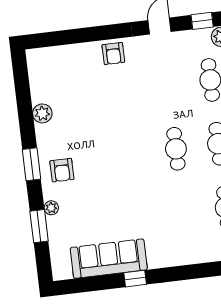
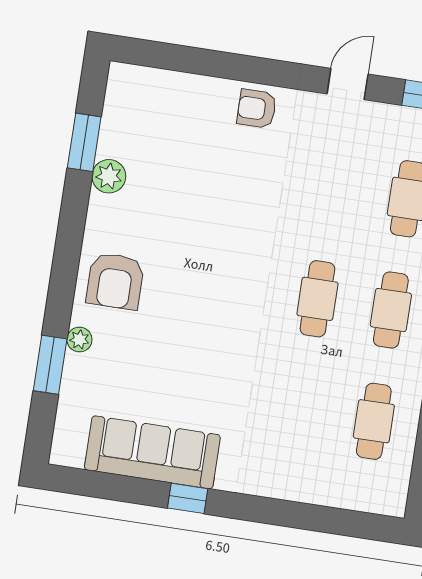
armchair: (113, 54) -> (257, 109), turned 90
window: (32, 164) -> (84, 142), moved
armchair: (62, 170) -> (115, 281), width x1.38, depth x1.38

